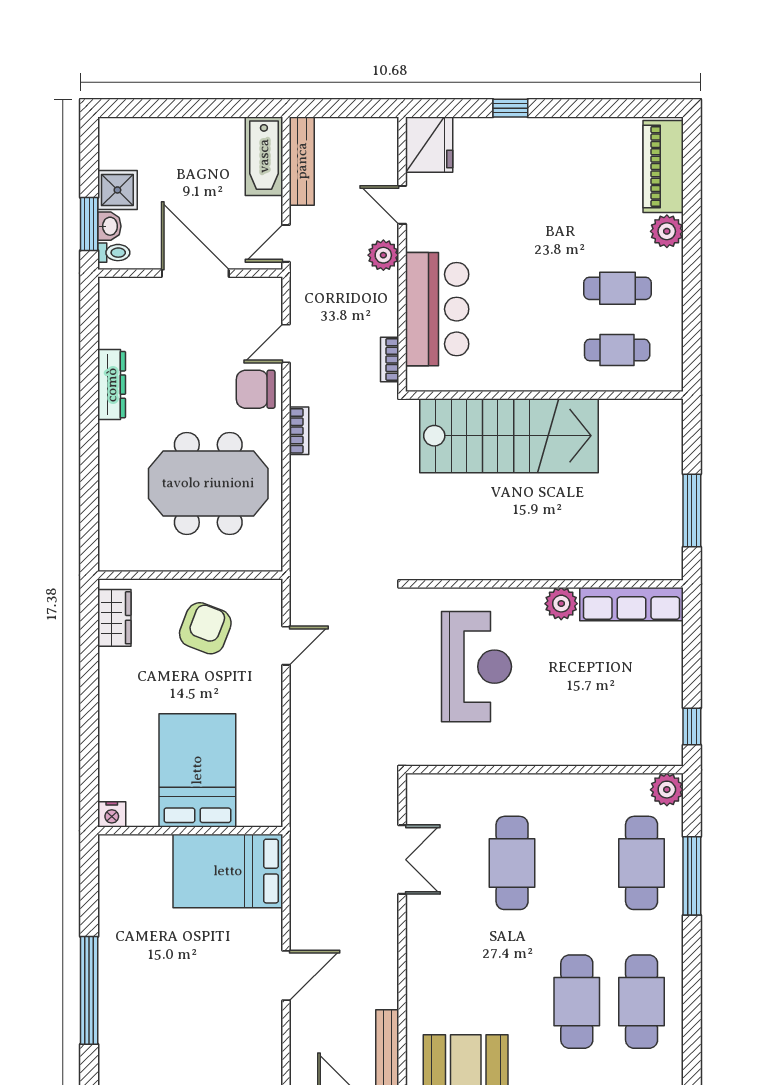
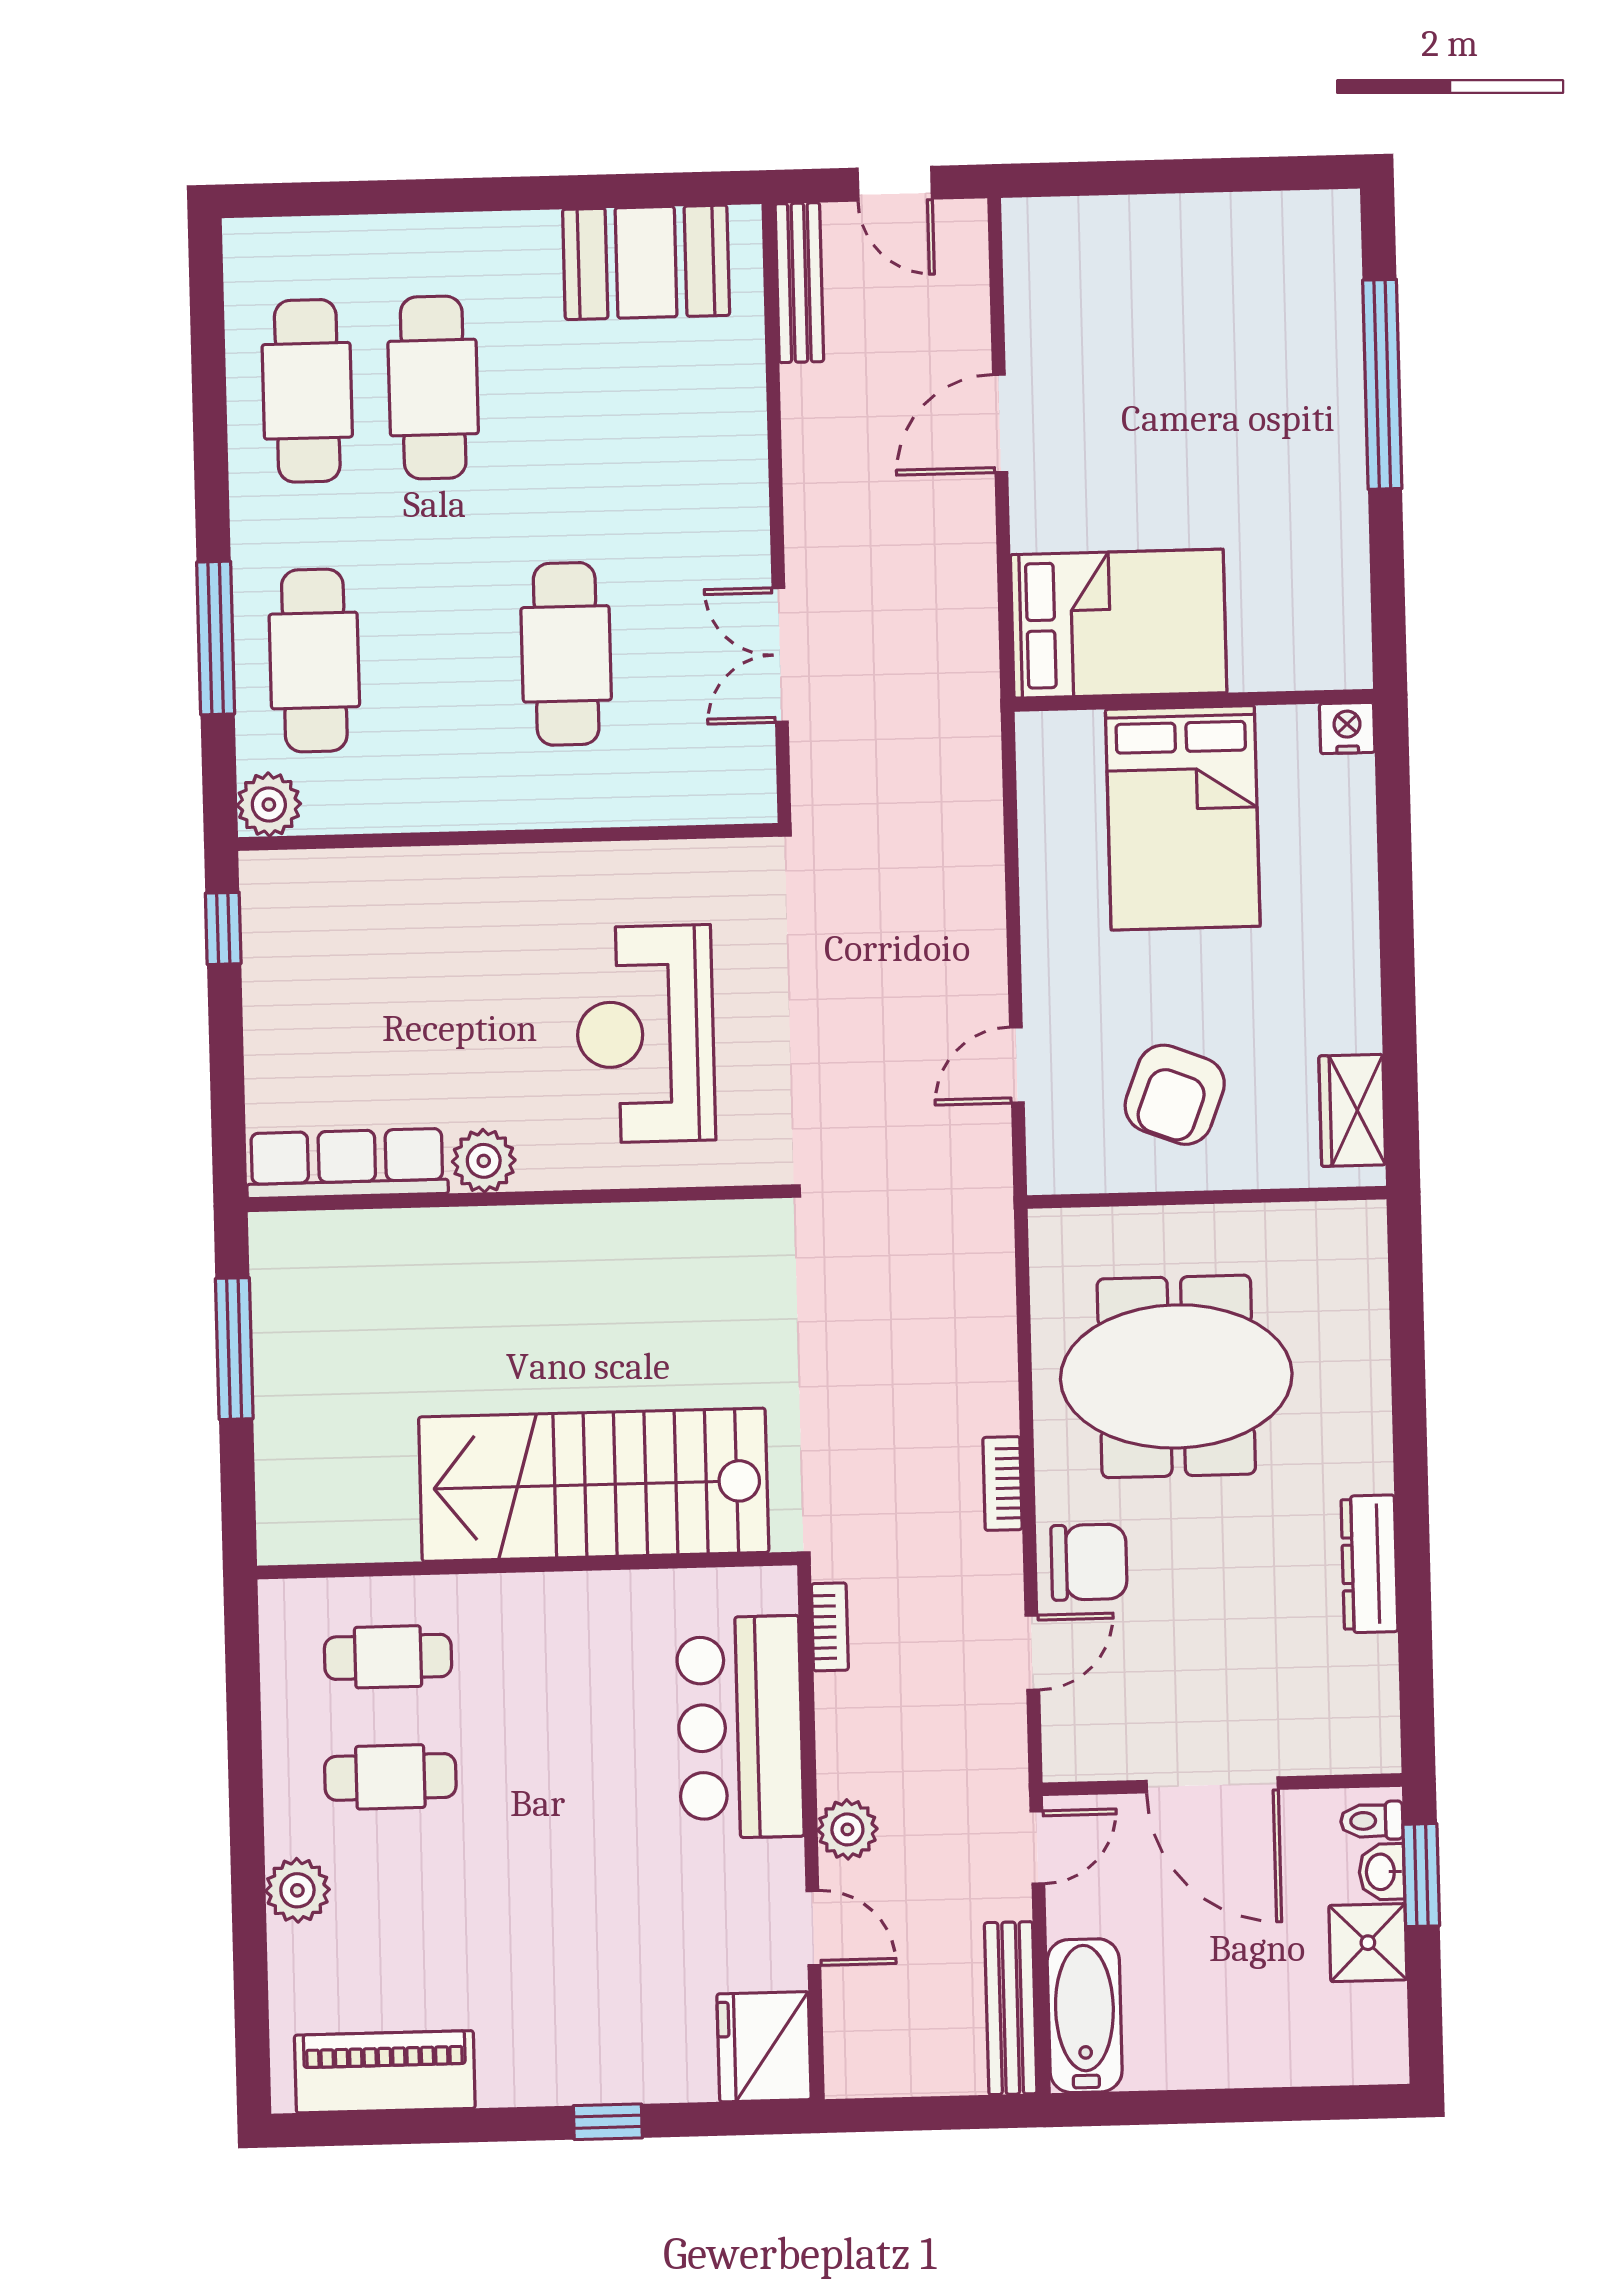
piano: (663, 166) -> (385, 2072), moved, turned -90

